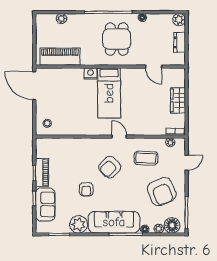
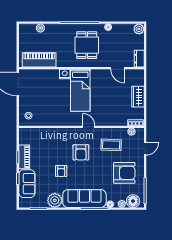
dresser: (180, 43) -> (139, 59), moved
armchair: (110, 167) -> (81, 152), turned -45
armchair: (162, 192) -> (124, 173), turned -67

